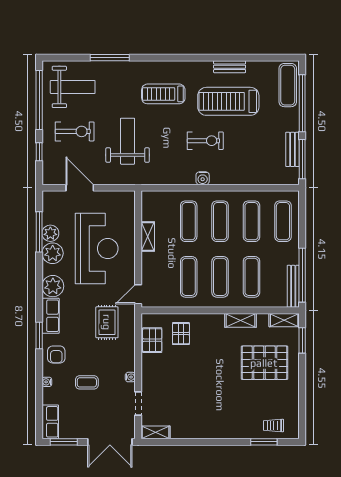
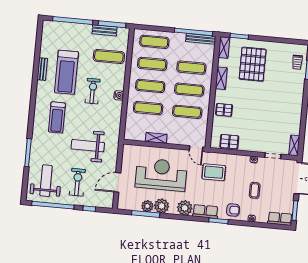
exercise mat: (288, 85) -> (109, 56), moved
pallet: (181, 334) -> (224, 110), moved

